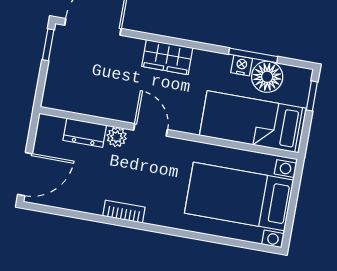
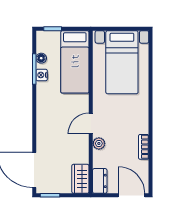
wardrobe: (167, 57) -> (80, 179), moved, turned 180
floor lamp: (267, 77) -> (41, 58), width x0.53, depth x0.53
dresser: (85, 133) -> (100, 181), moved
bookcase: (124, 212) -> (144, 147), moved

